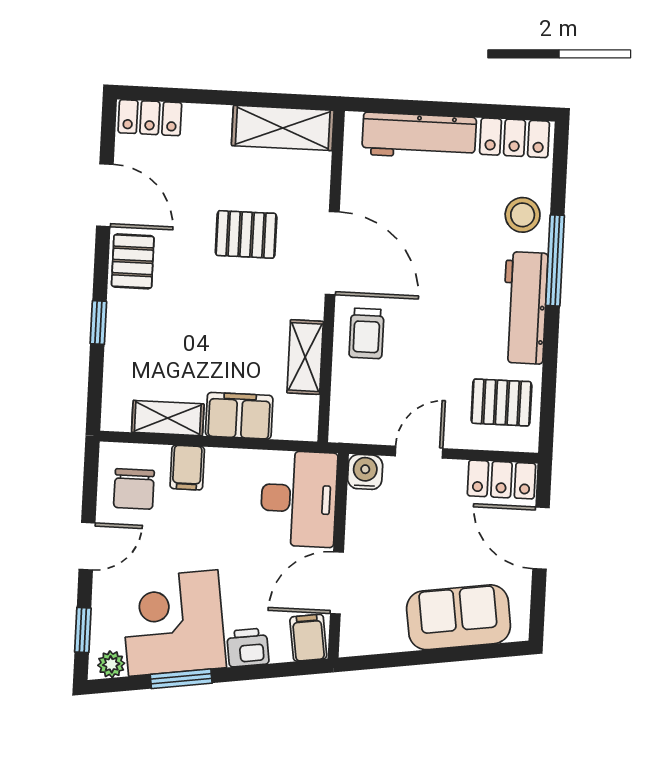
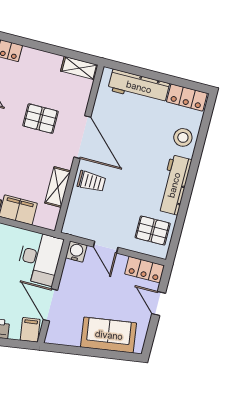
shelving: (283, 128) -> (79, 68), width x0.67, depth x0.75
window: (555, 260) -> (195, 164), removed
trolley: (366, 333) -> (91, 181), turned -90
door: (419, 452) -> (106, 247), swing flipped
door: (541, 538) -> (159, 303), width x0.73
door: (337, 583) -> (50, 305), hinge flipped

